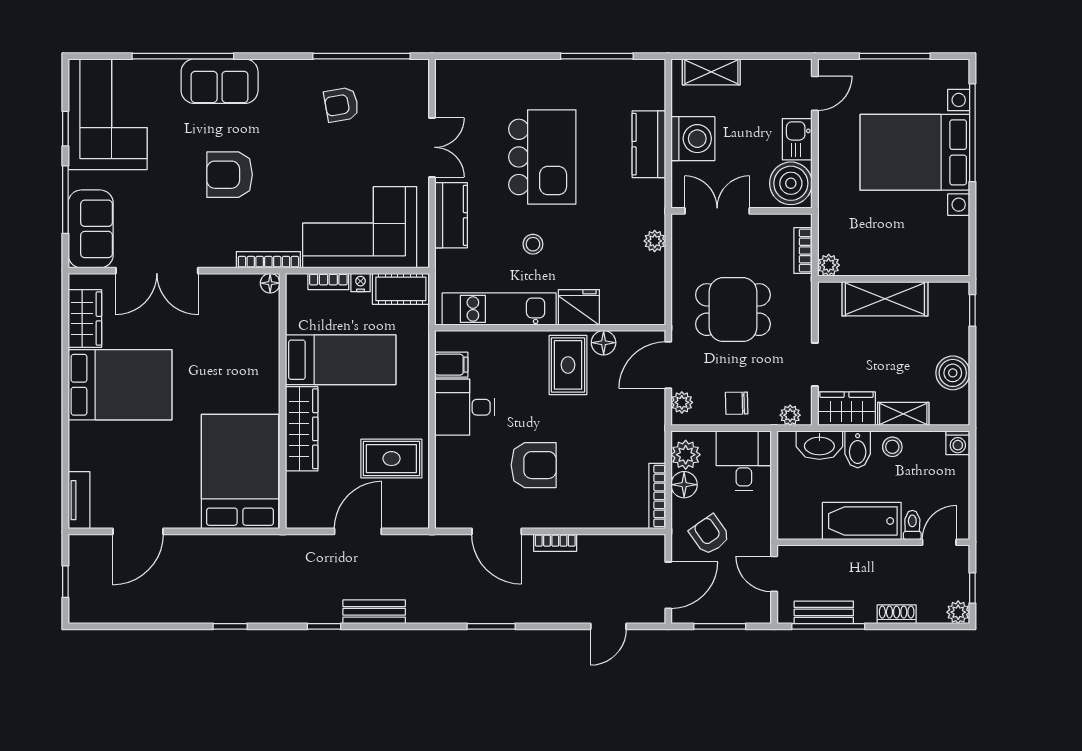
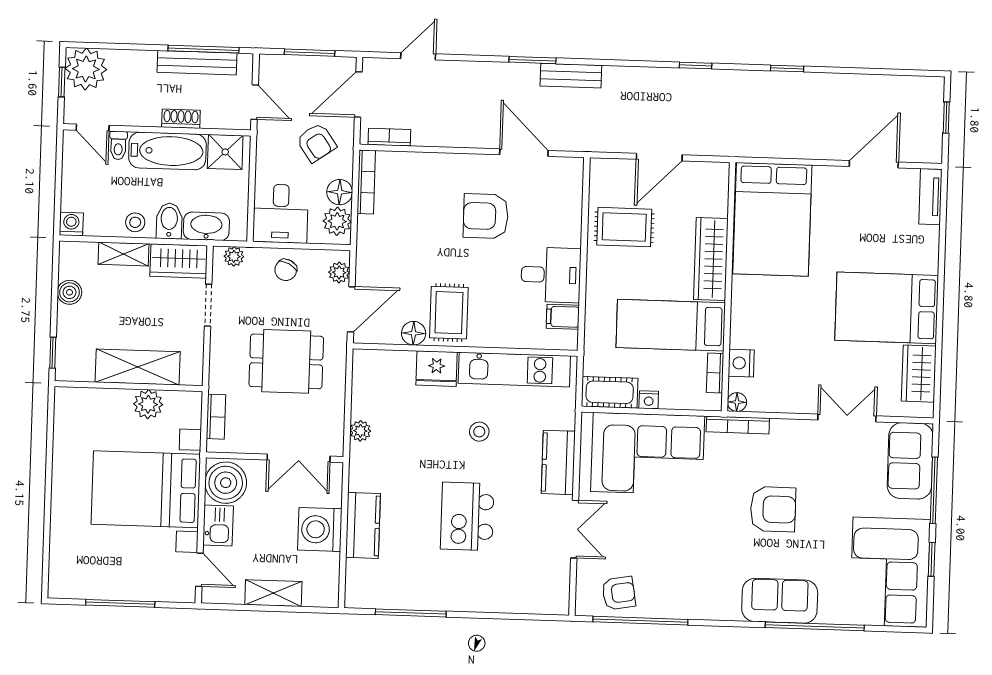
shelving: (711, 72) -> (273, 593), moved
door: (815, 93) -> (199, 570), swing flipped
armchair: (341, 105) -> (619, 593), moved
window: (972, 133) -> (47, 526), removed
double door: (432, 147) -> (575, 529), swing flipped
bed with nightstands: (915, 152) -> (146, 489), moved, turned 180
kitchen island: (542, 157) -> (467, 516), width x0.73, depth x0.78
plant: (829, 265) -> (148, 404), moved, width x1.38, depth x1.38
double door: (157, 271) -> (847, 418), width x0.73
bookcase: (328, 282) -> (715, 373), moved, turned -90
nightstand: (267, 323) -> (741, 363), added
boiler: (953, 373) -> (70, 292), width x0.73, depth x0.73
chair: (737, 403) -> (286, 270), turned 118
shower: (803, 522) -> (225, 152), added
door: (939, 542) -> (93, 128), hinge flipped
bookcase: (555, 543) -> (389, 137), moved
bench: (374, 612) -> (571, 76), moved
bench: (824, 612) -> (197, 63), width x1.36
plant: (958, 612) -> (86, 69), width x1.88, depth x1.88
shoe rack: (897, 614) -> (181, 119), moved, turned 180

